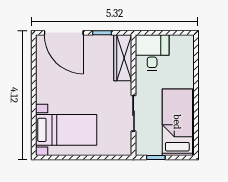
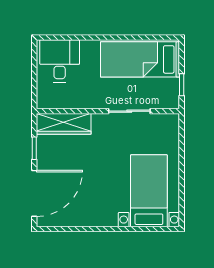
desk: (152, 53) -> (60, 61), moved, turned 90

